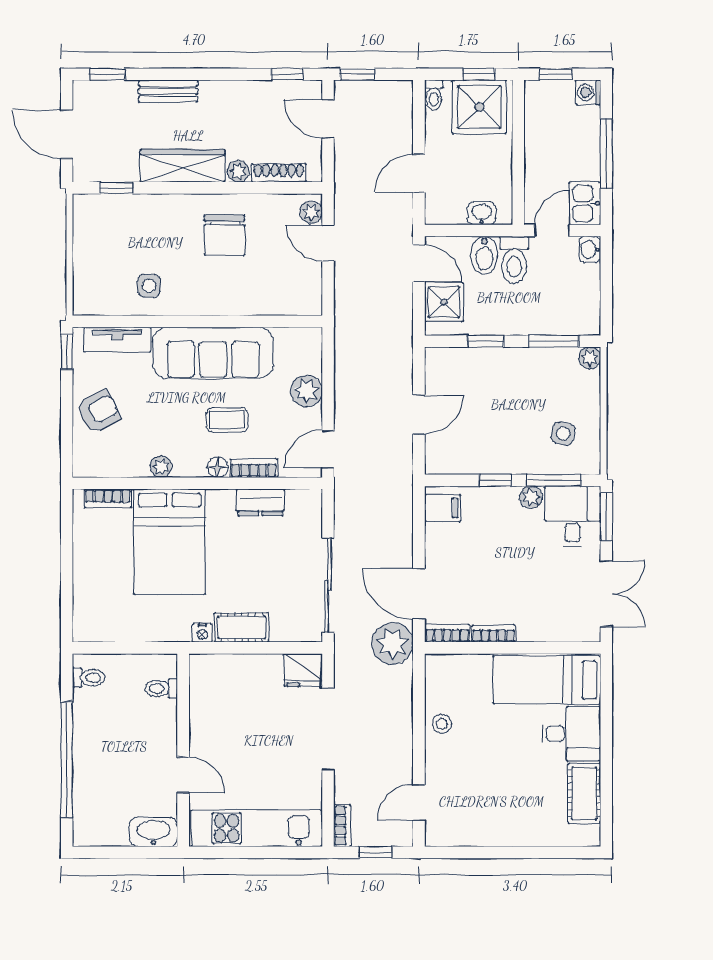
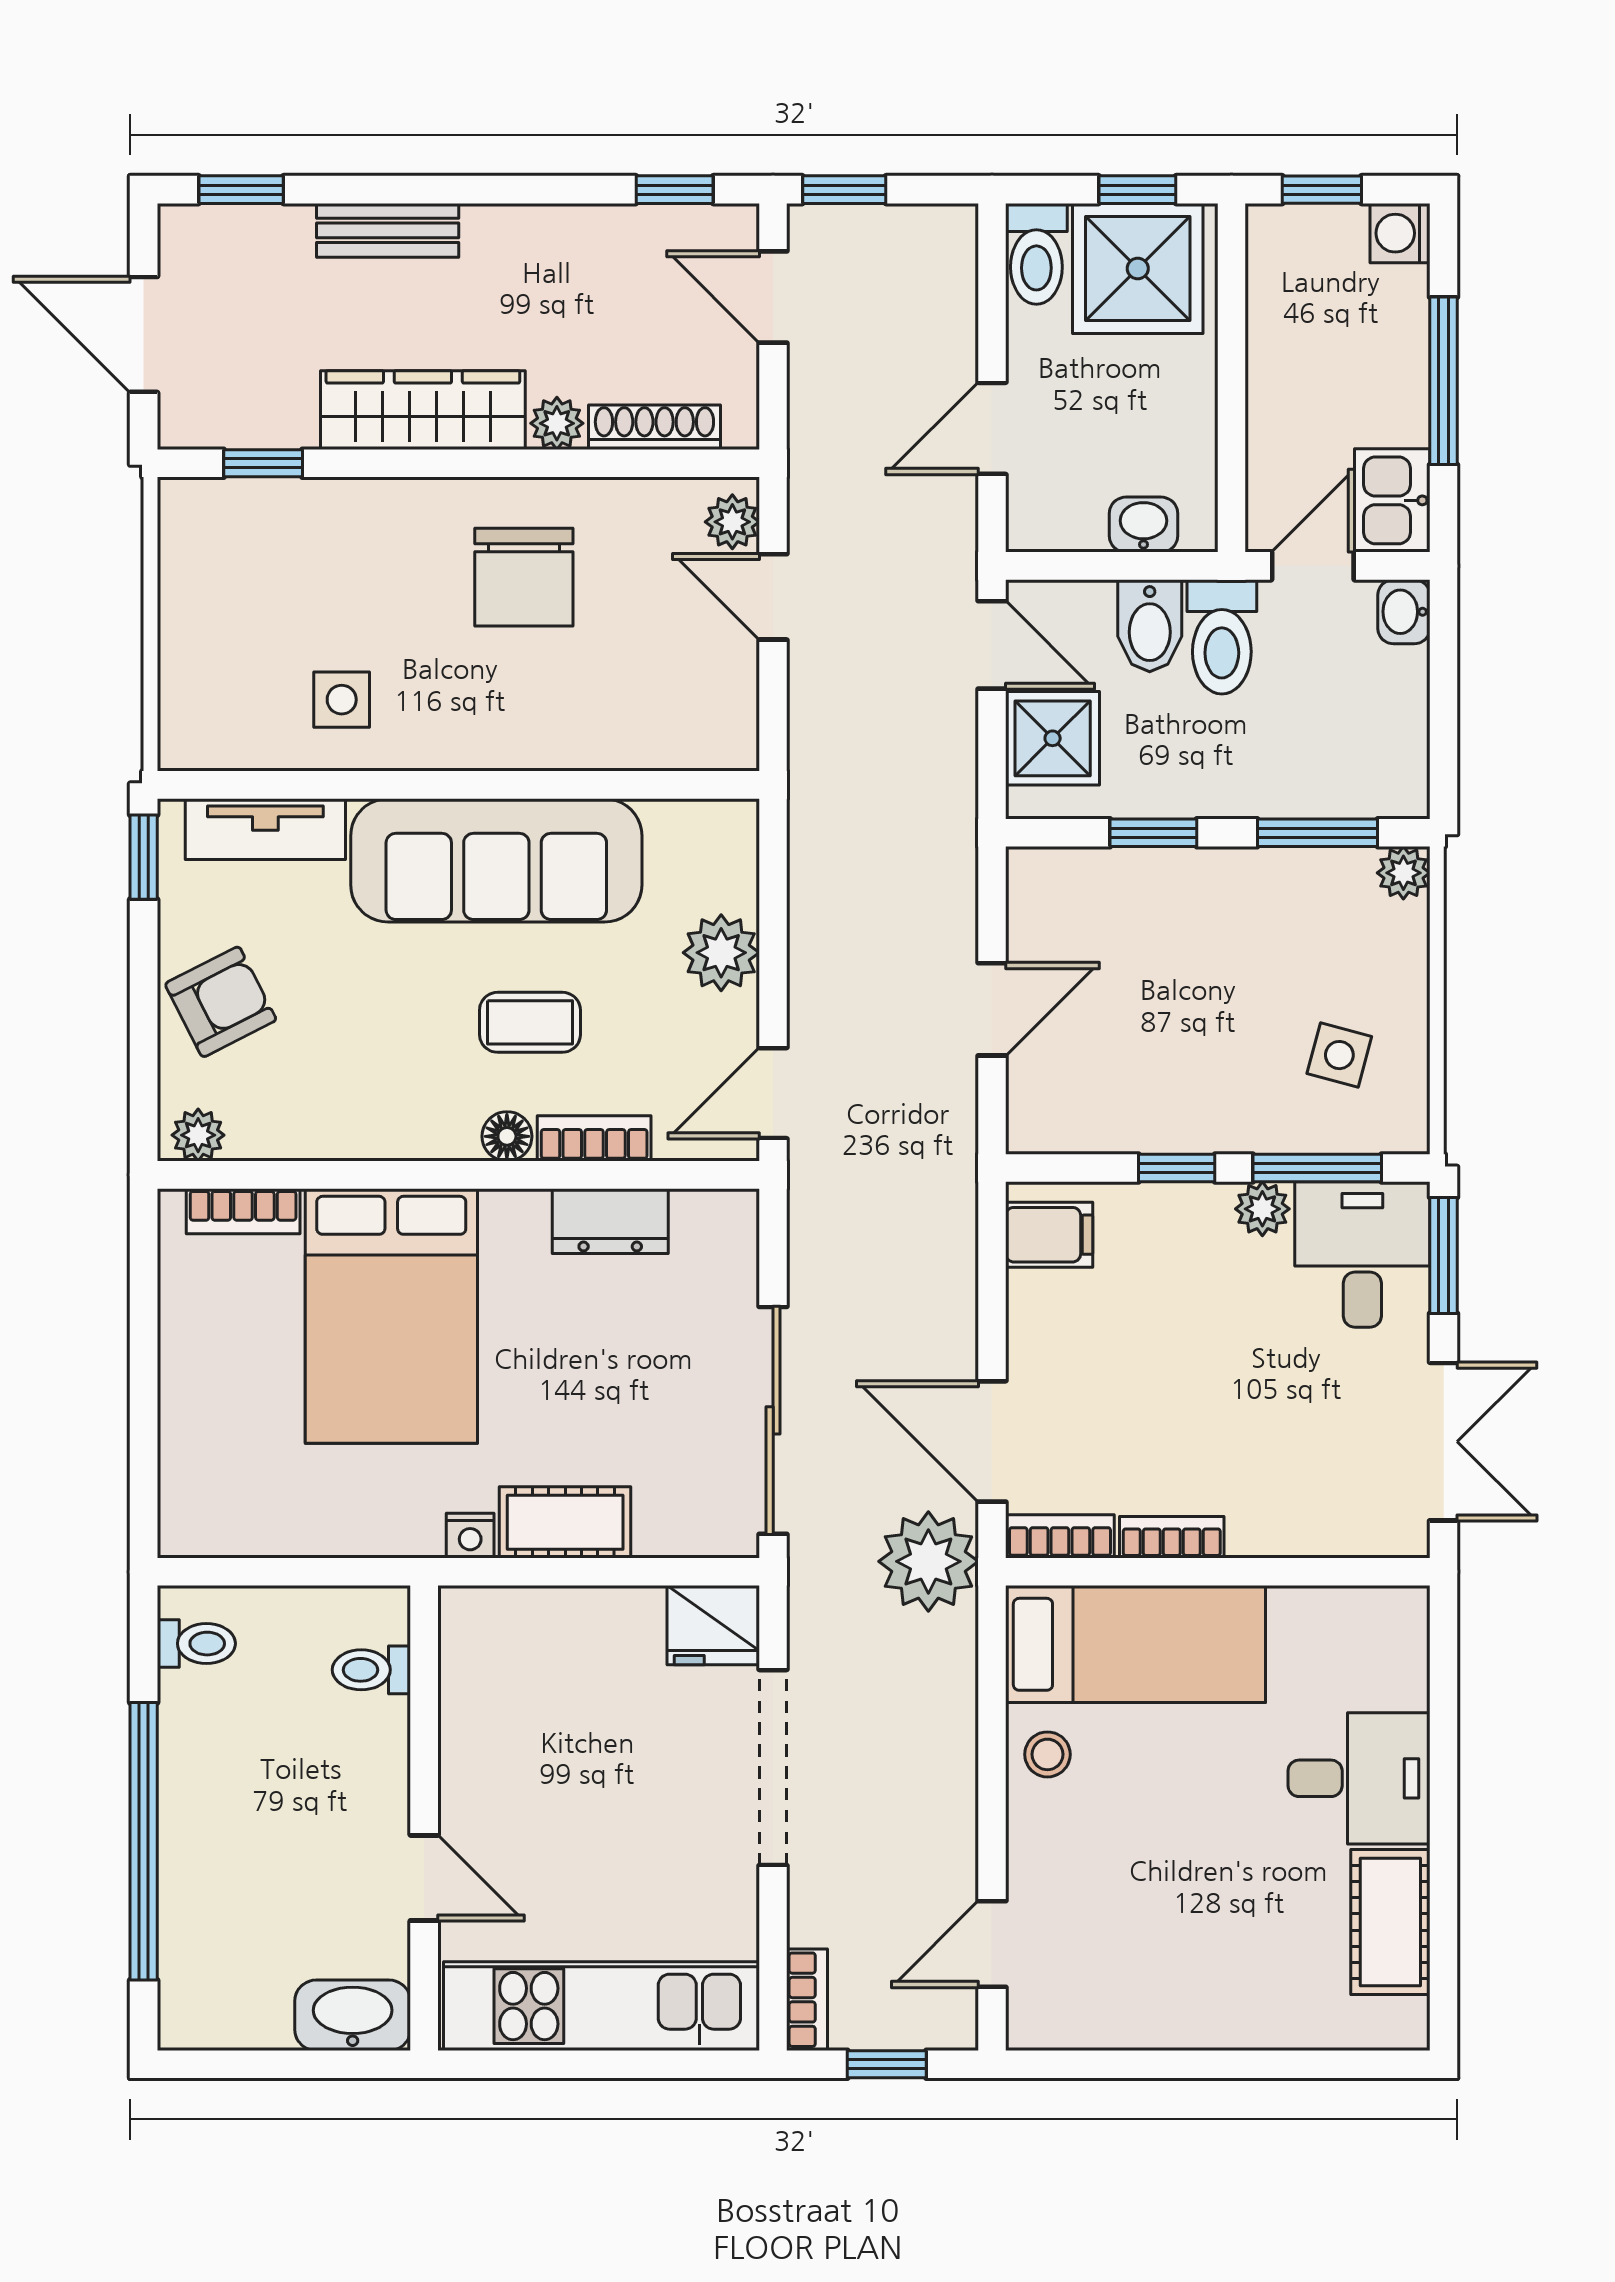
toilet: (434, 95) -> (1036, 254), width x1.37, depth x1.39
plant: (161, 467) -> (198, 1135), moved
bed: (547, 680) -> (1135, 1644), moved, turned 180

